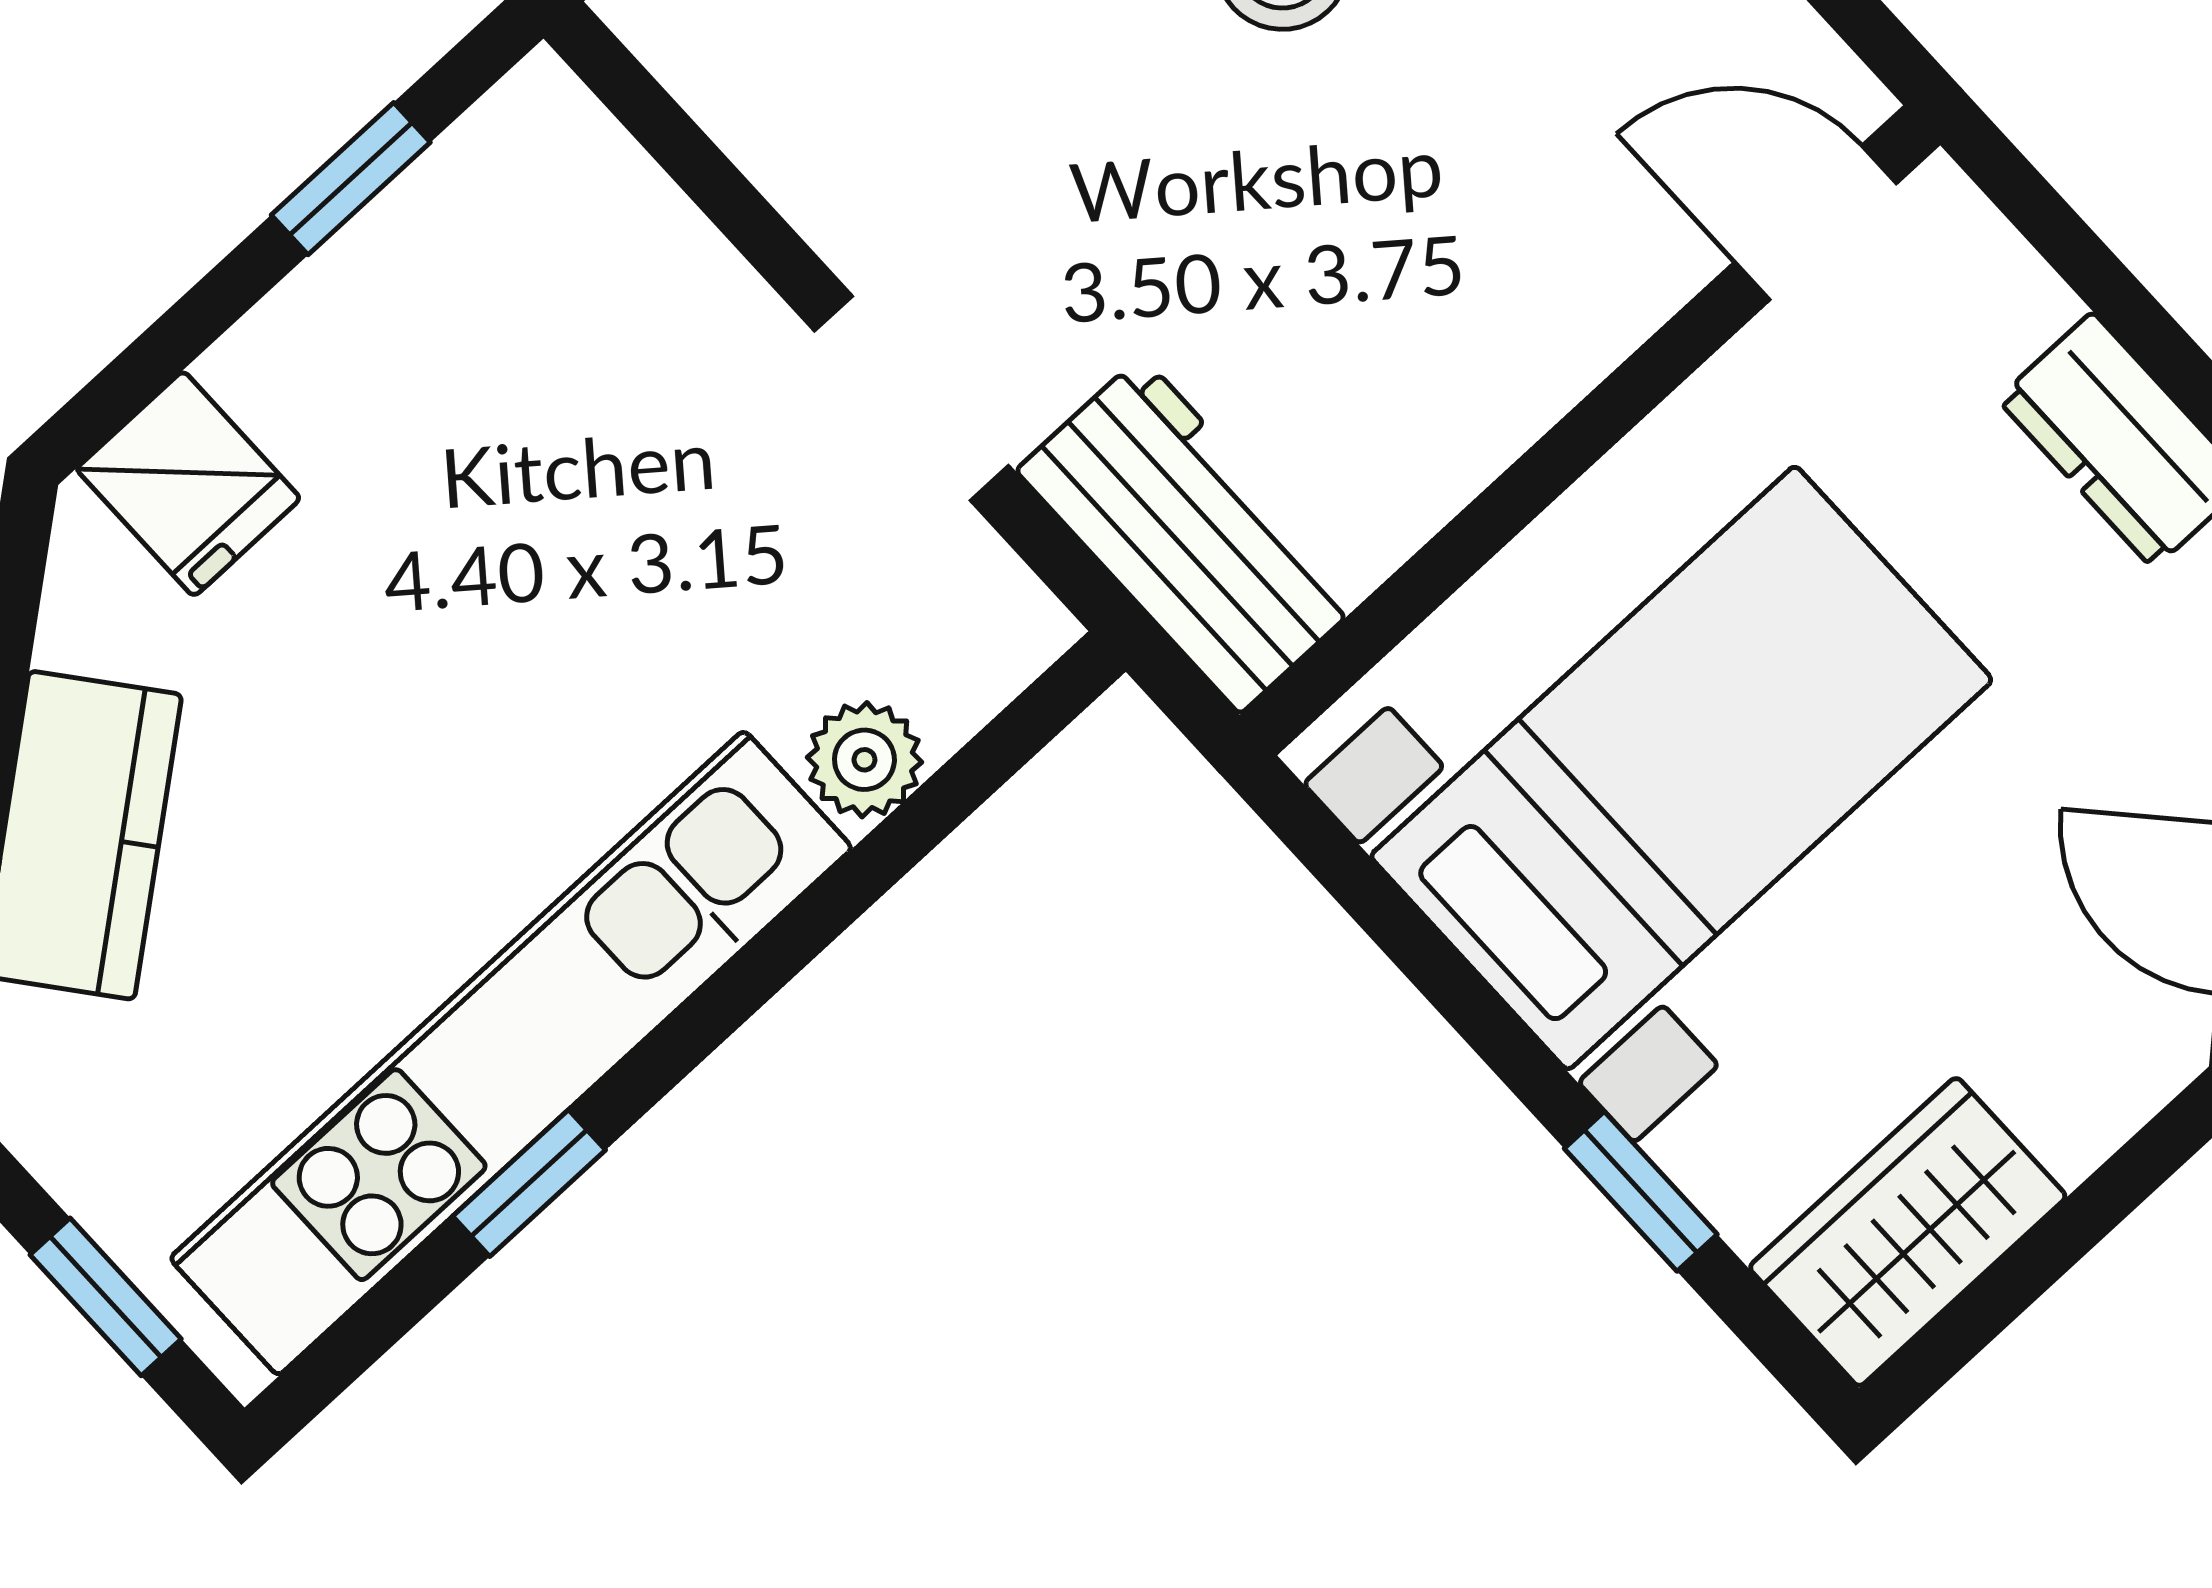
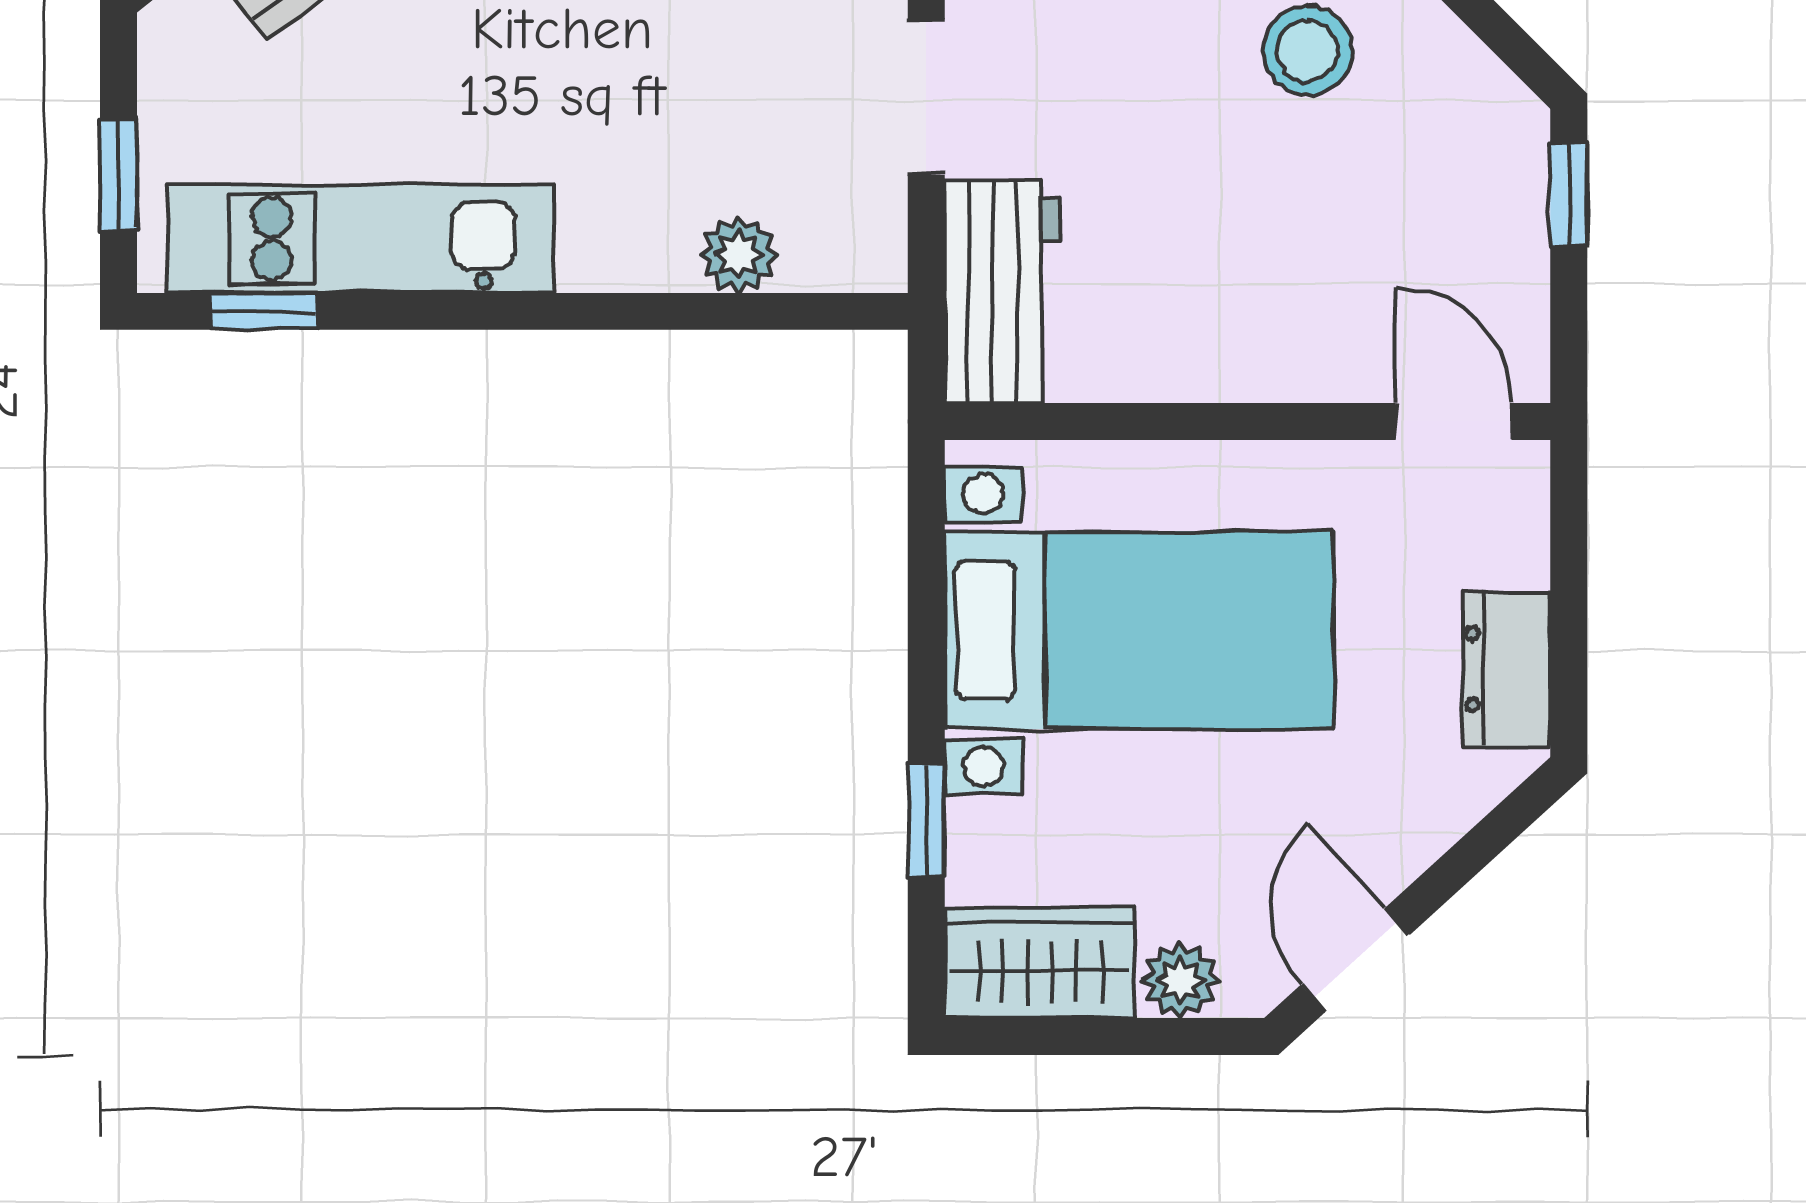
kitchen unit: (511, 1053) -> (360, 239), width x0.73
plant: (2079, 1110) -> (1180, 980), added
window: (529, 1183) -> (264, 311), moved

